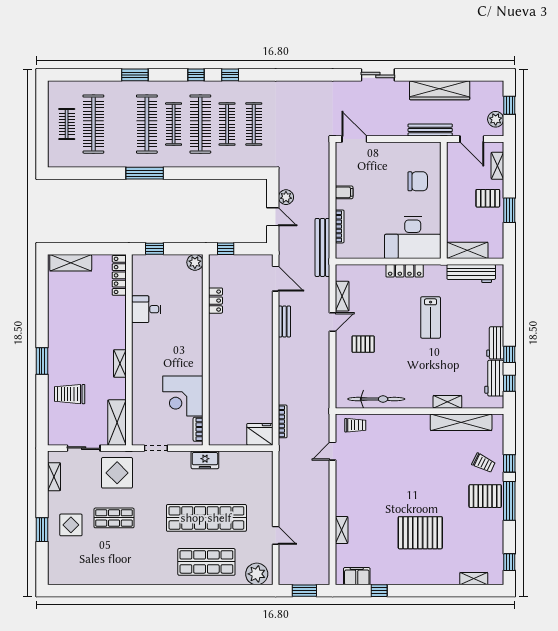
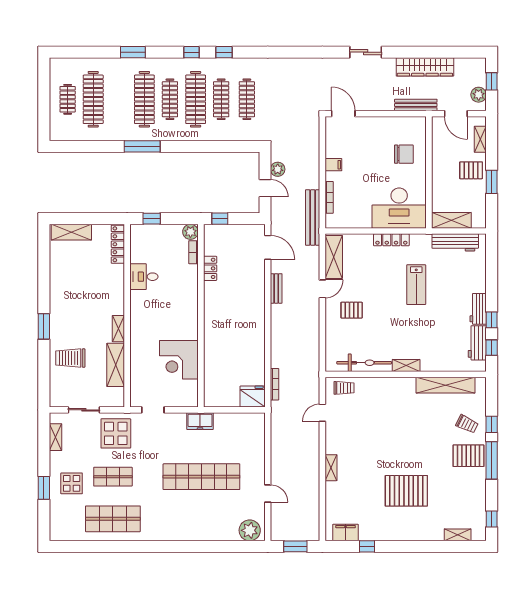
shelving: (342, 296) -> (334, 257), width x1.50, depth x1.33
shelving: (447, 402) -> (406, 365), moved
shelving: (117, 423) -> (116, 365), moved
bookcase: (198, 429) -> (193, 252), moved
shelving: (342, 530) -> (331, 468), moved
shop shelf: (206, 562) -> (113, 519), moved

